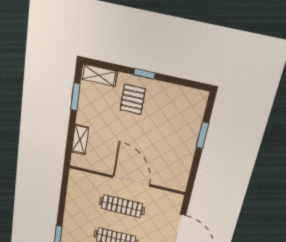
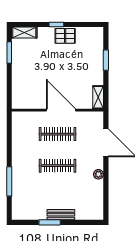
pallet: (133, 99) -> (65, 36), moved, turned 90
shelving: (80, 140) -> (98, 97), moved

